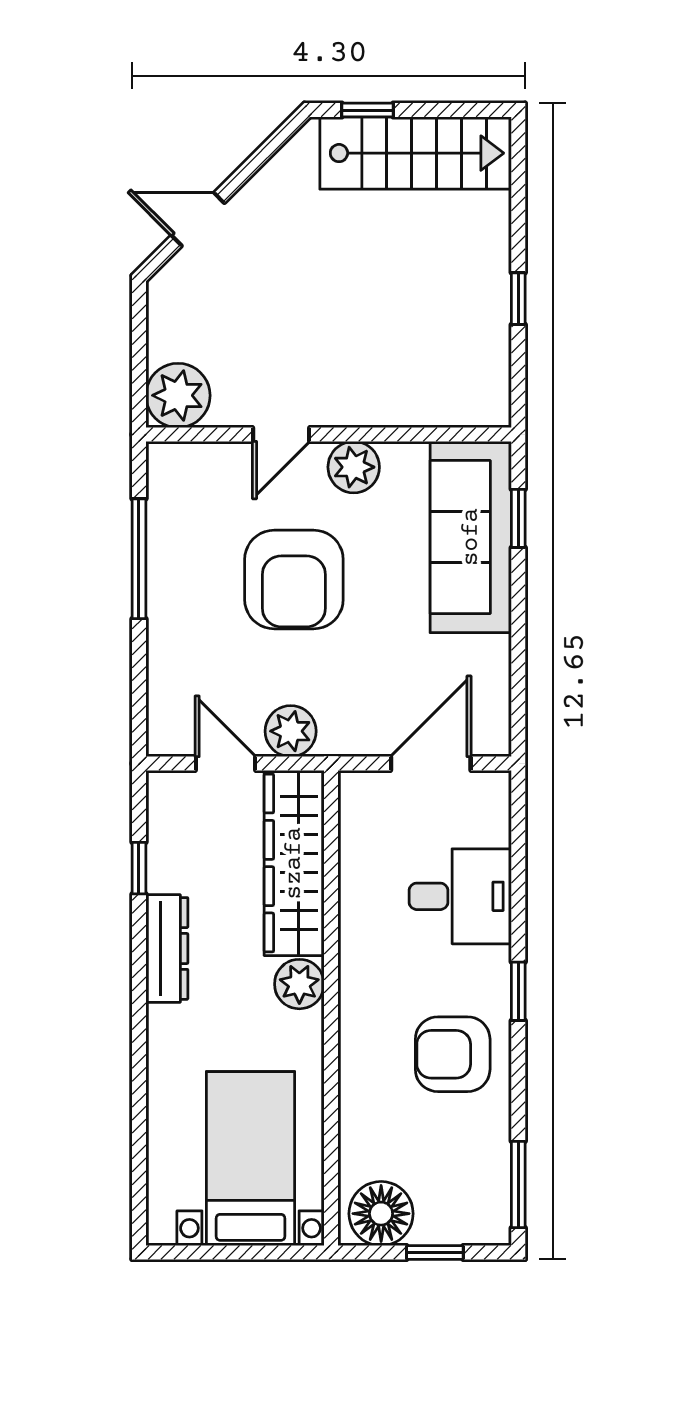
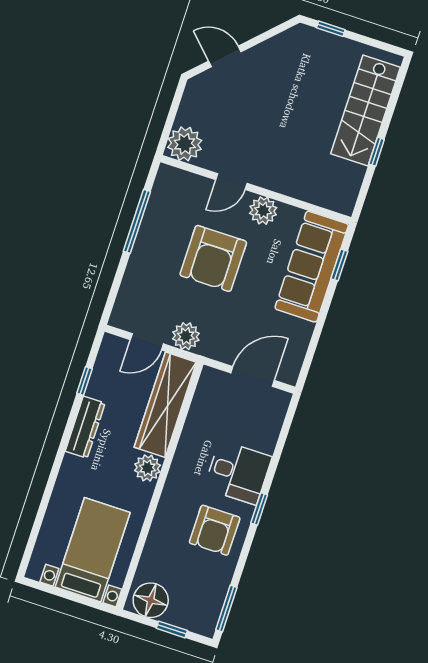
stairs: (416, 153) -> (366, 111), moved, turned 90
door: (225, 764) -> (147, 342), swing flipped
desk: (460, 896) -> (238, 472), moved
armchair: (453, 1054) -> (215, 530), turned -90

